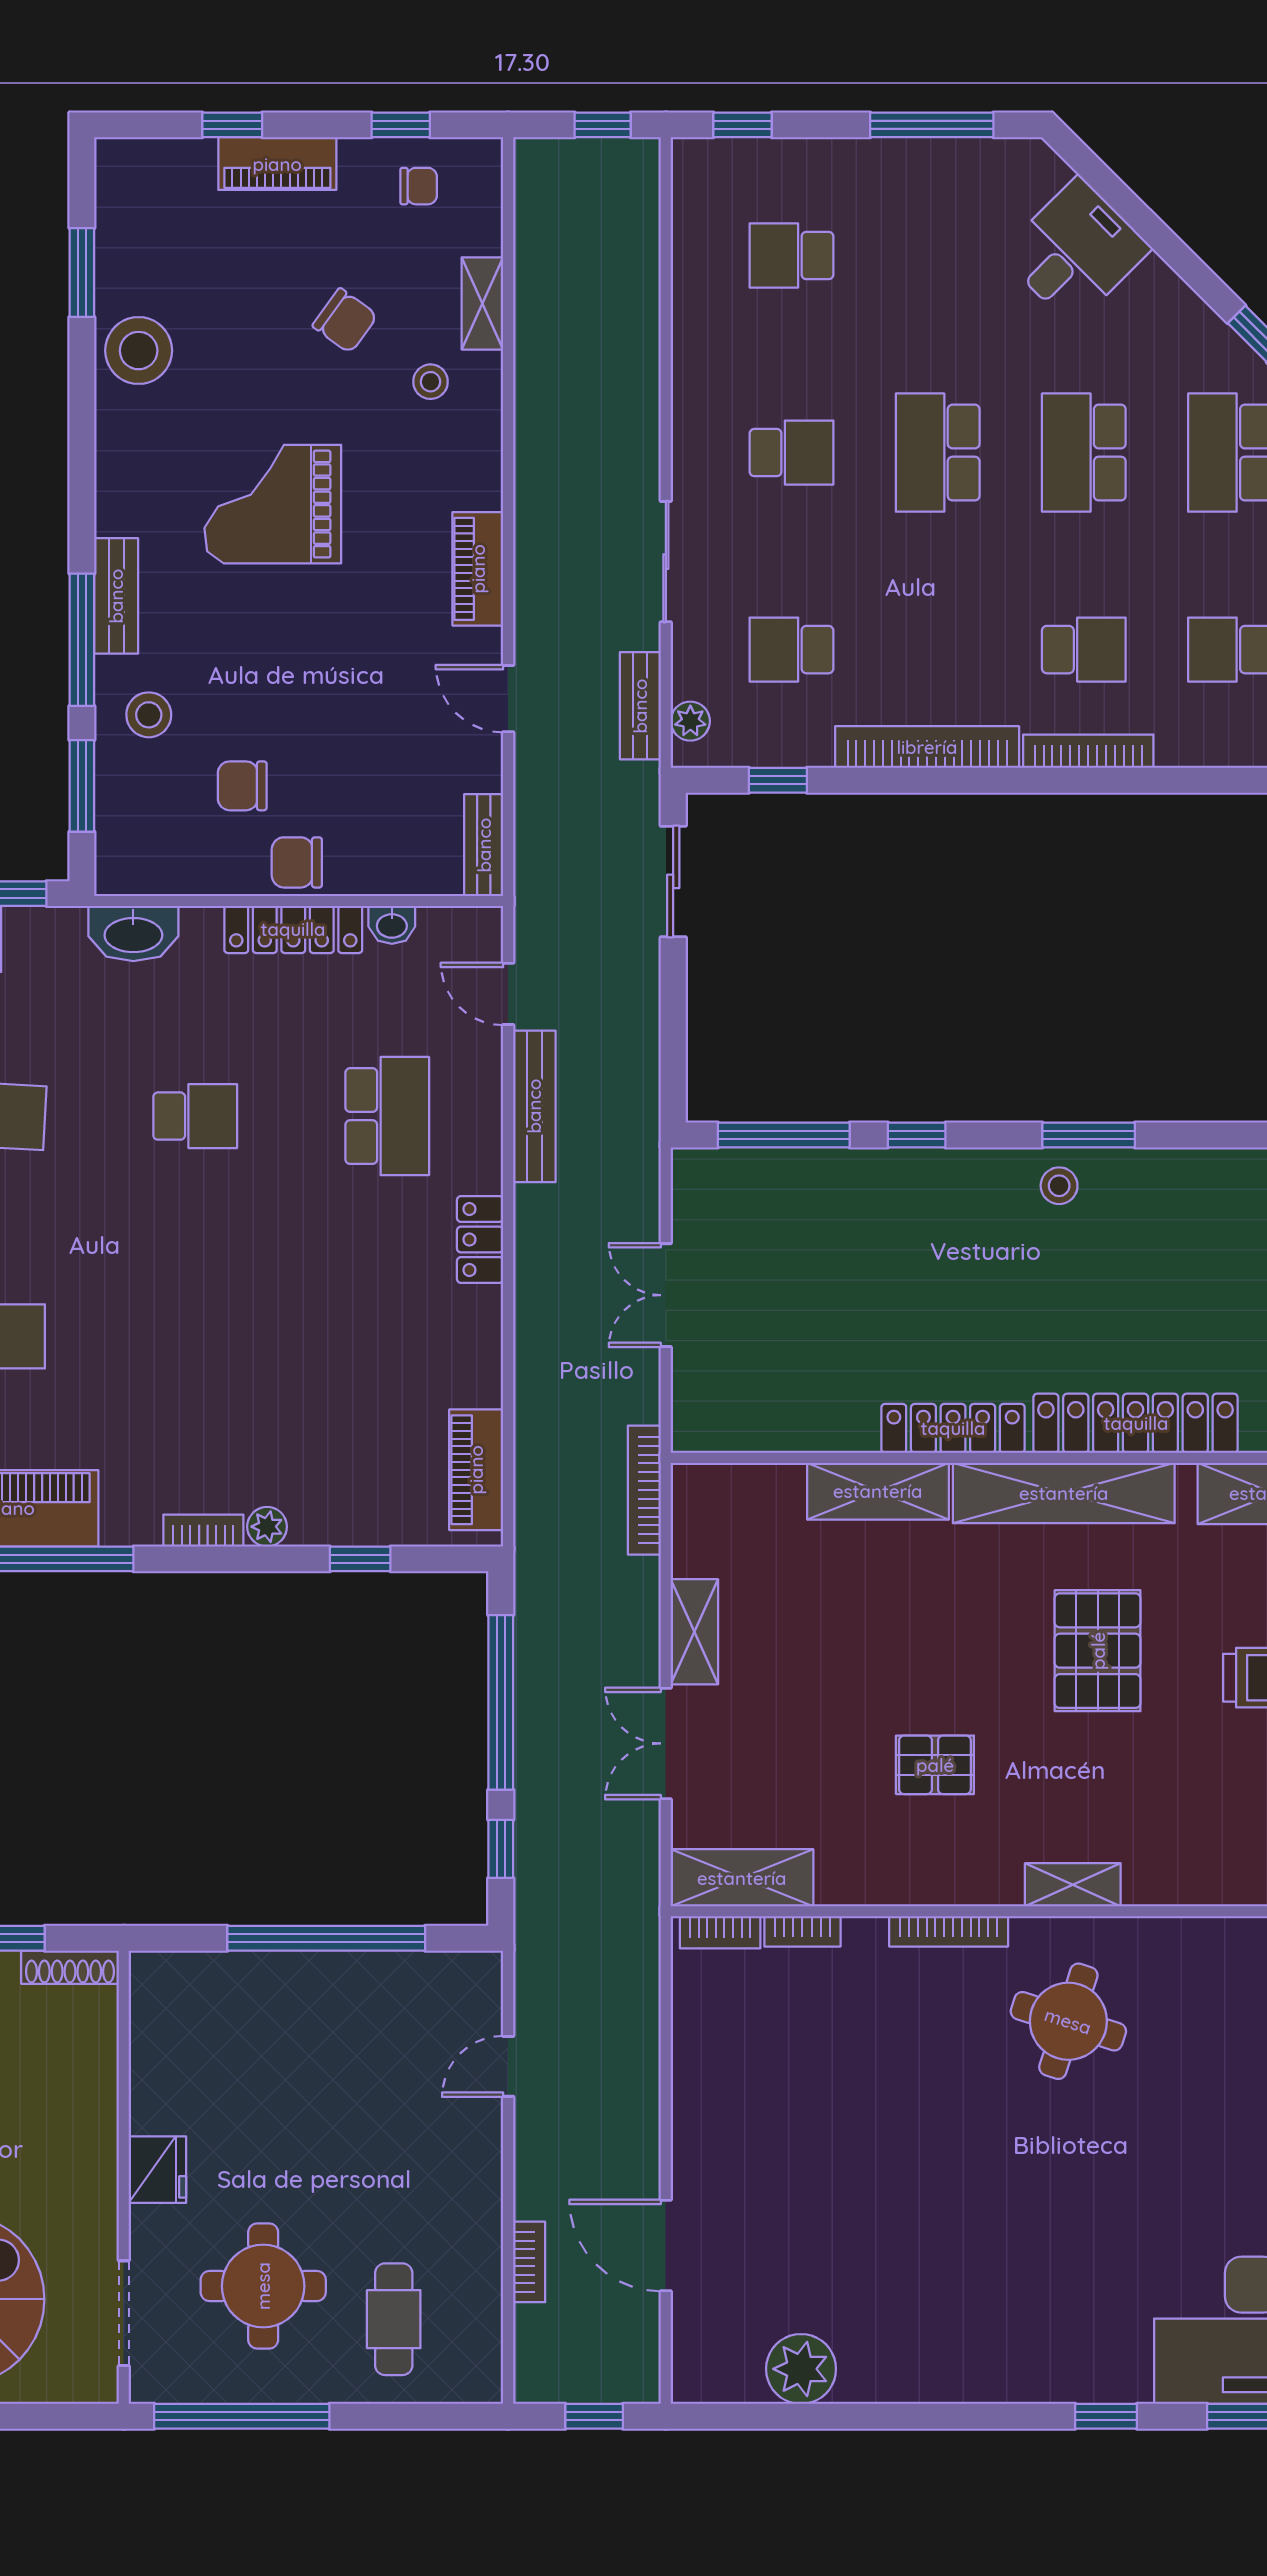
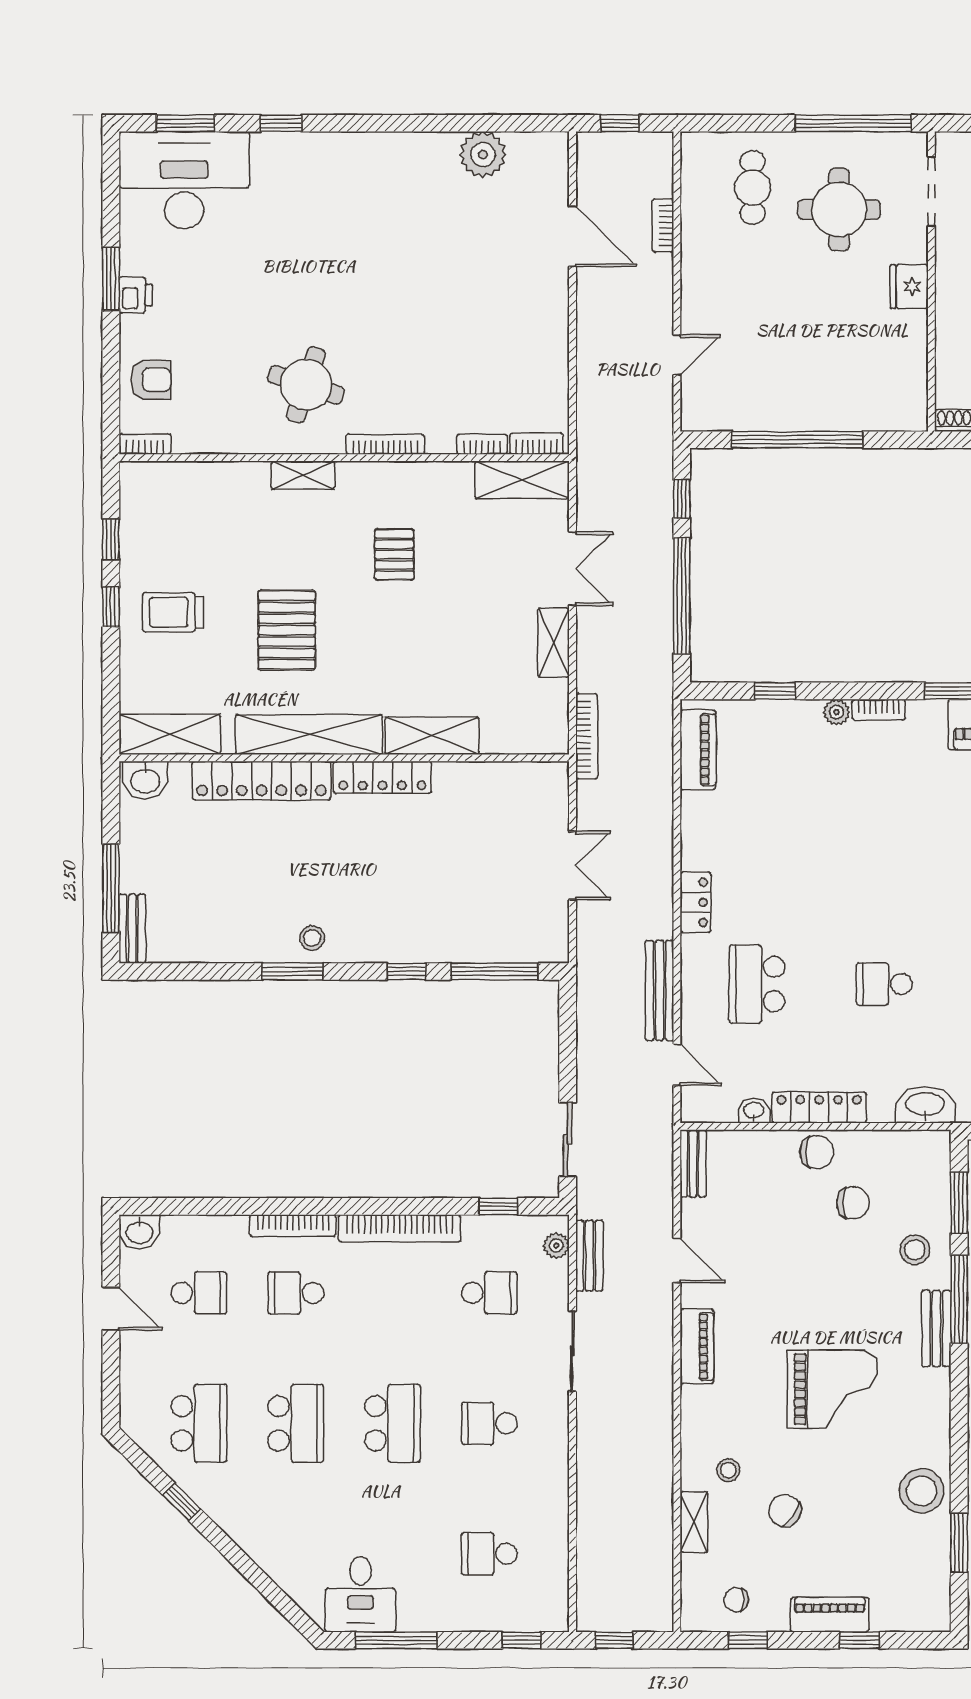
desk: (1075, 251) -> (360, 1594), moved, turned -45
school desk: (791, 256) -> (489, 1554), turned 180
pallet: (935, 1765) -> (394, 555), turned 90

